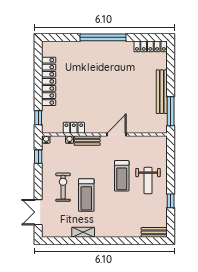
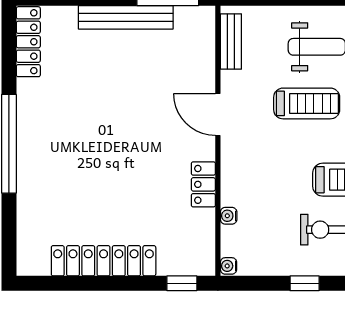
locker: (74, 128) -> (203, 184), moved
bench: (87, 141) -> (231, 41), moved
window: (38, 157) -> (305, 283), moved

